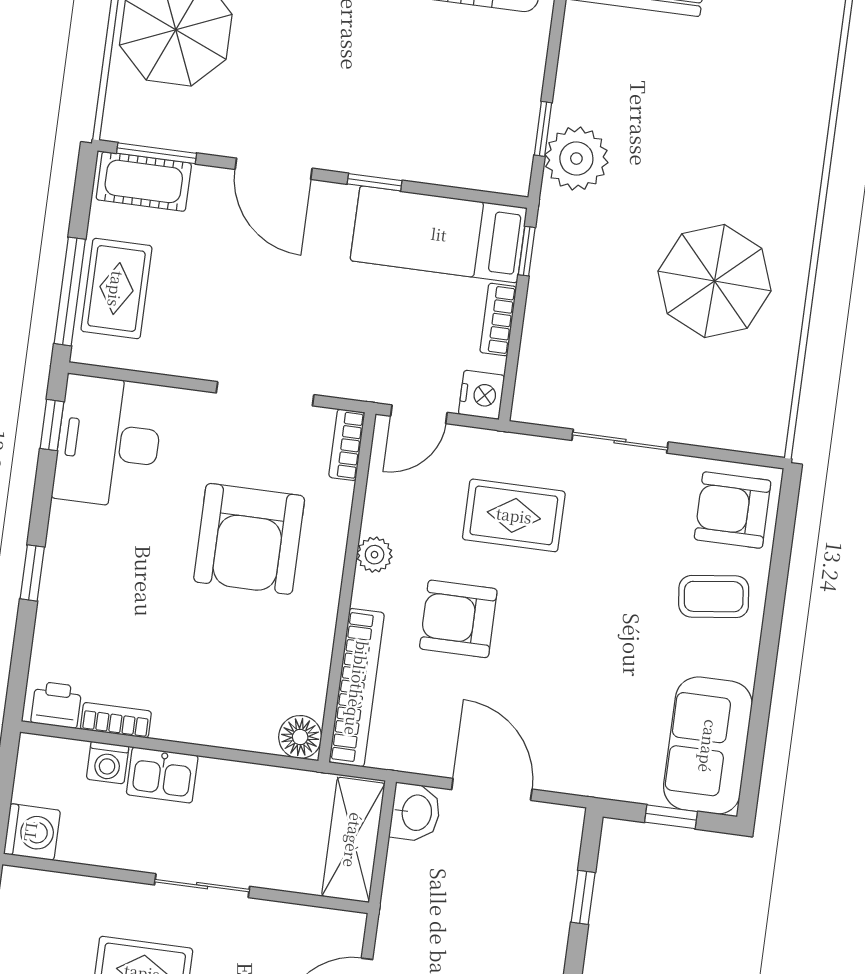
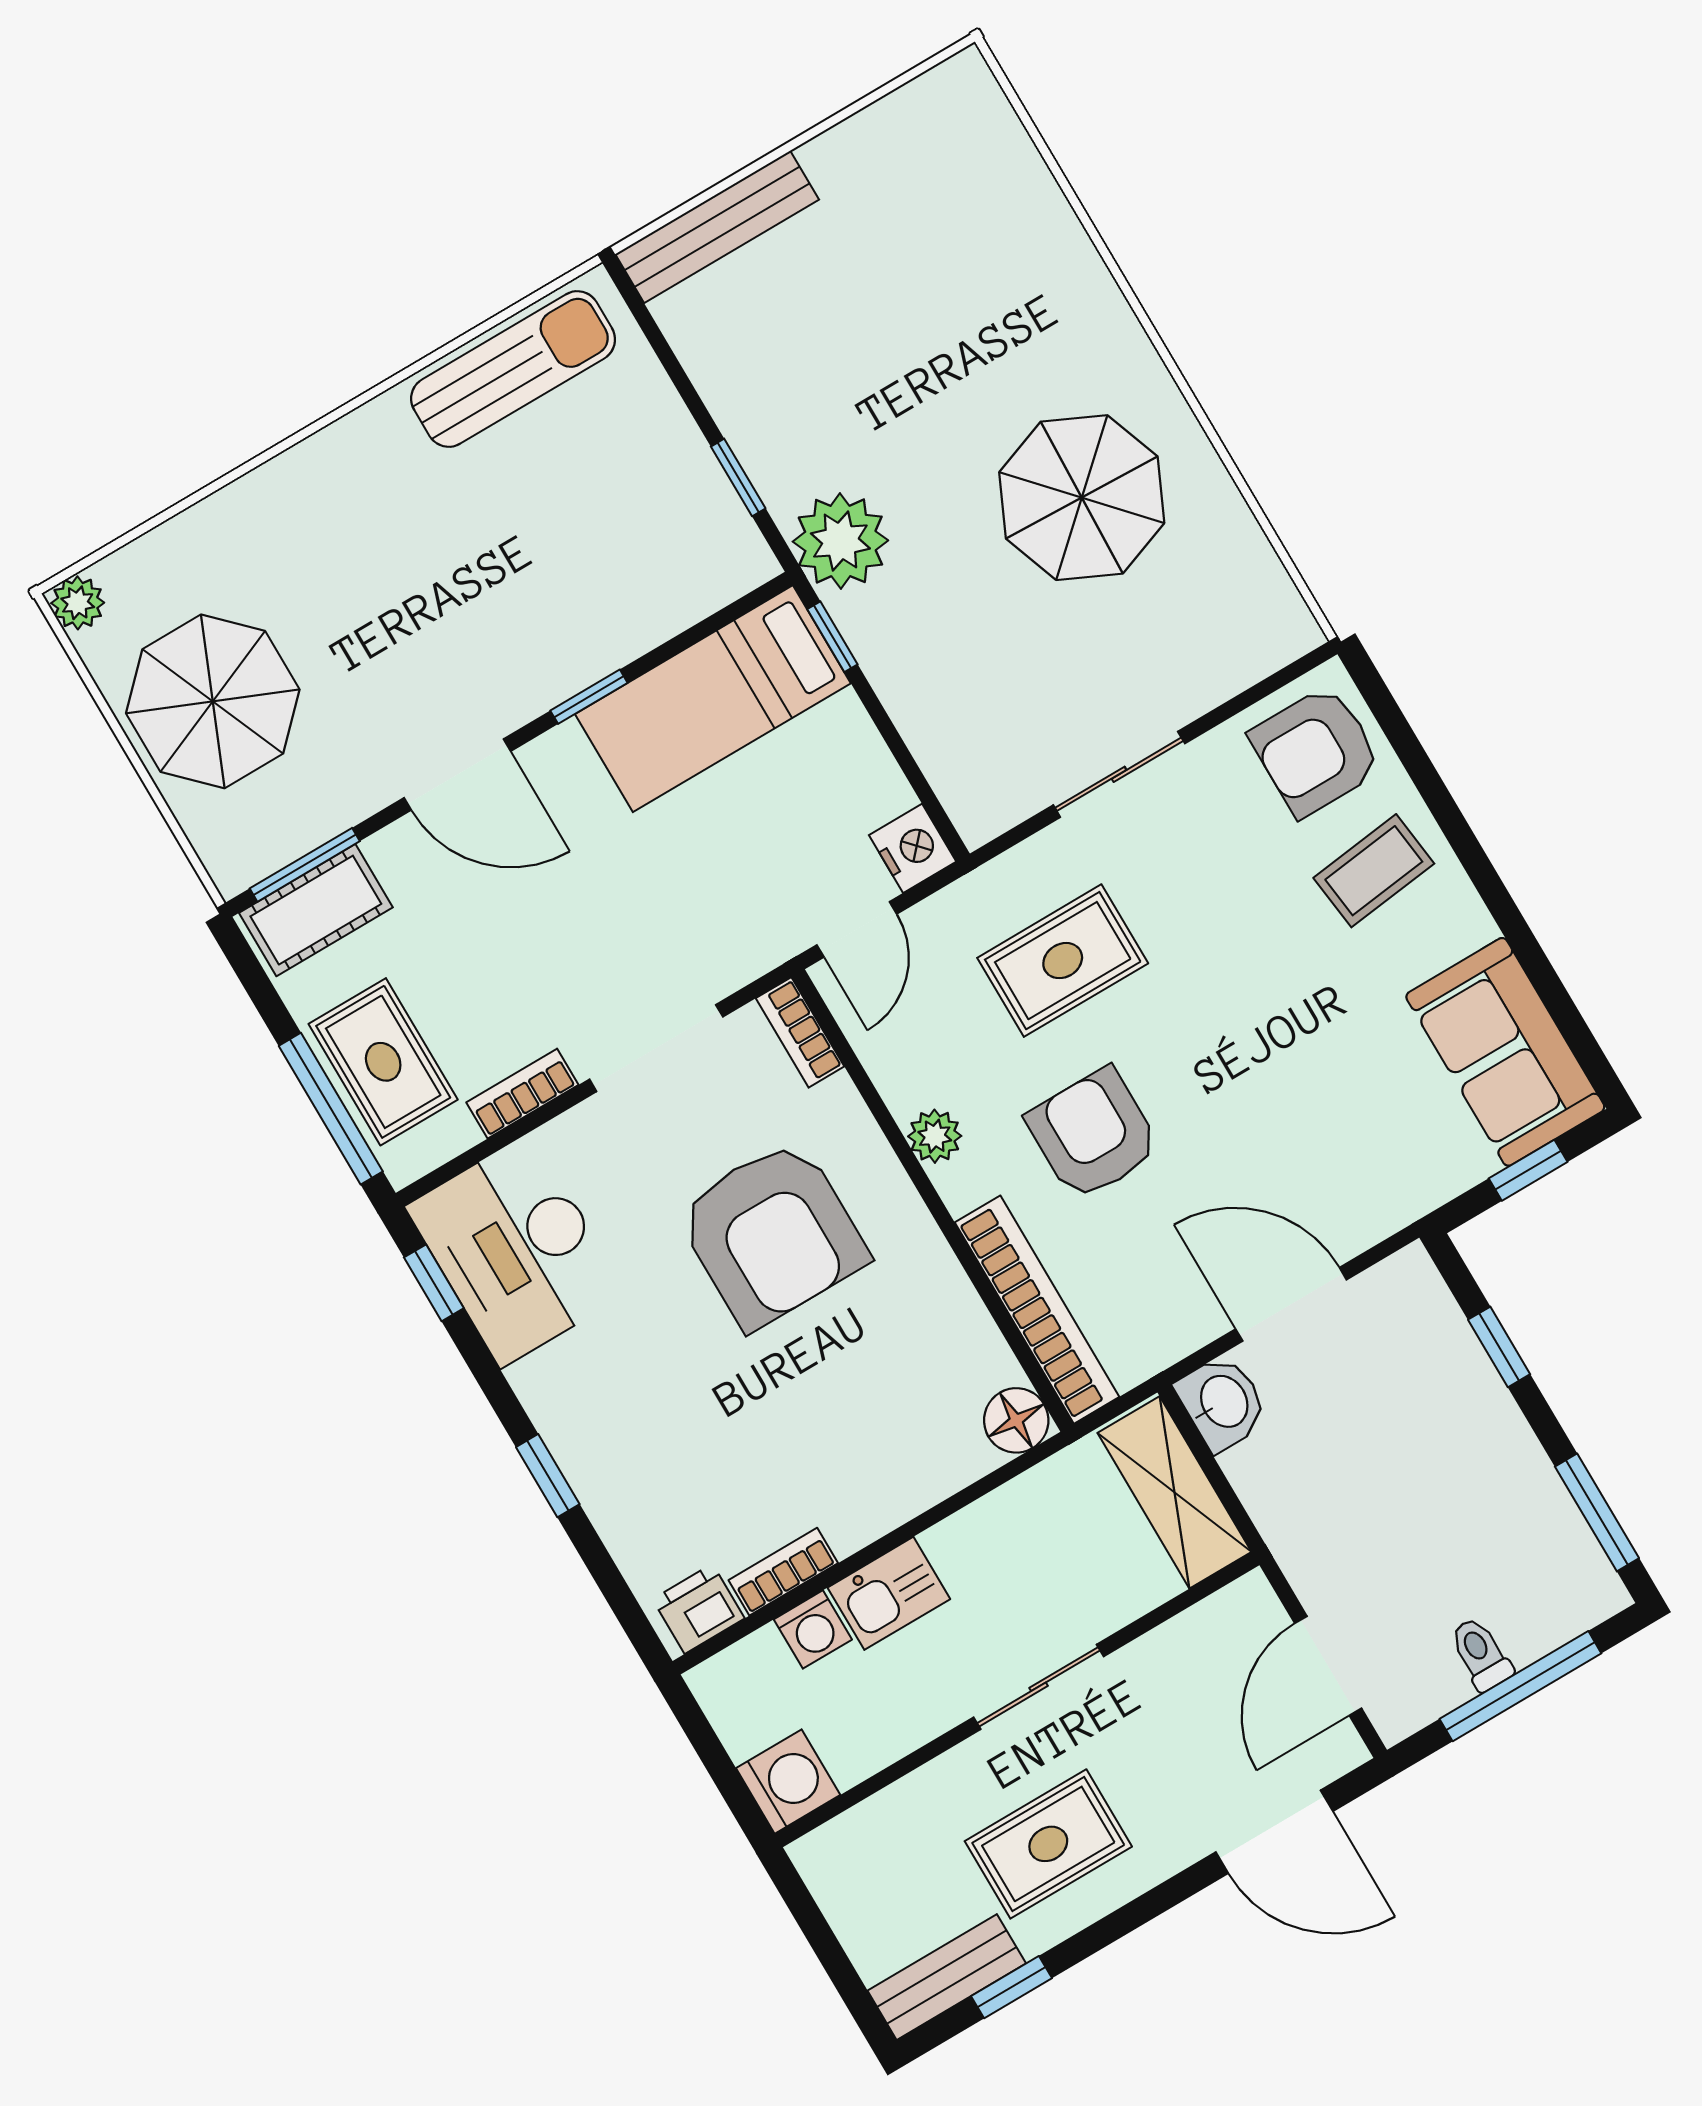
plant: (576, 159) -> (840, 541), moved
bookcase: (498, 319) -> (522, 1094), moved, turned 90
armchair: (458, 619) -> (1093, 1134), turned 90

